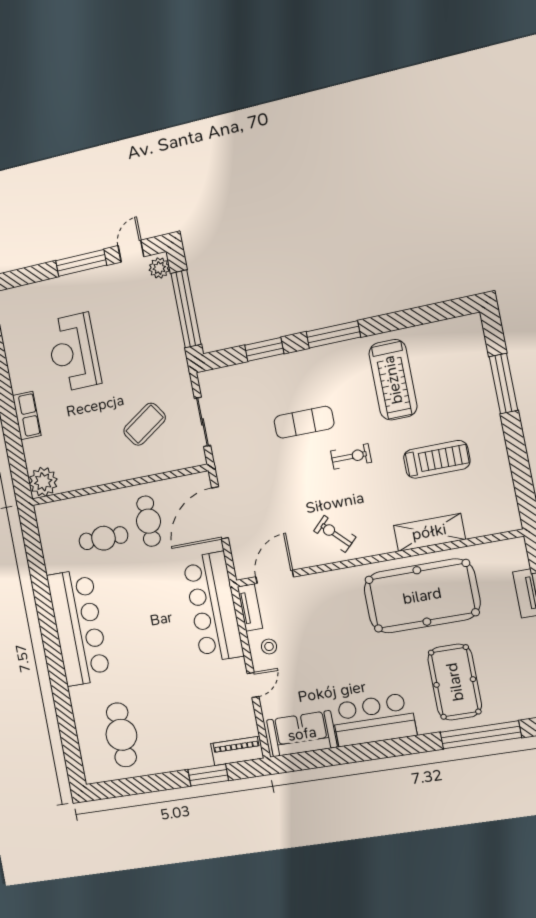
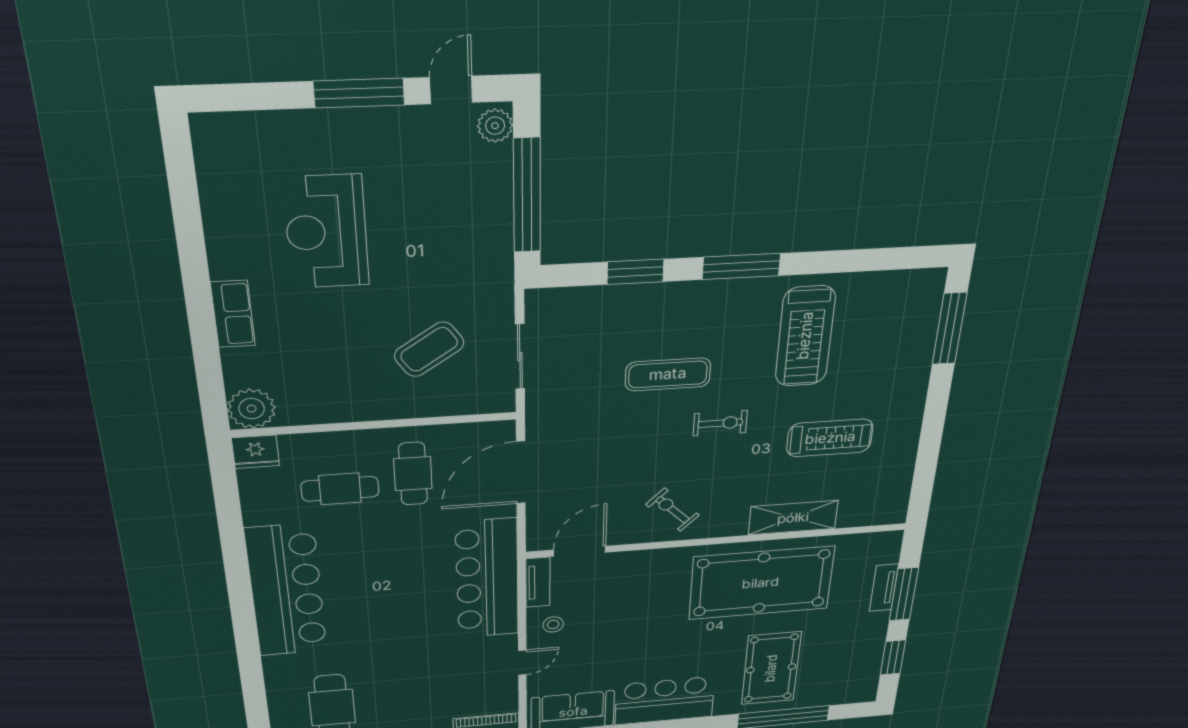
window: (503, 383) -> (950, 329), moved
fridge: (48, 514) -> (255, 452), added

